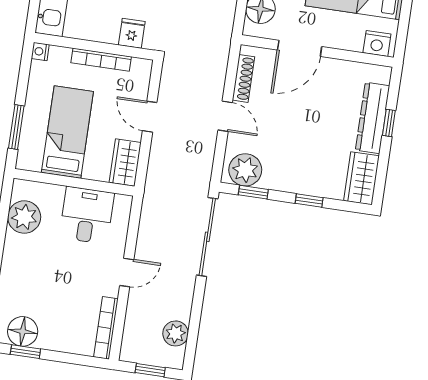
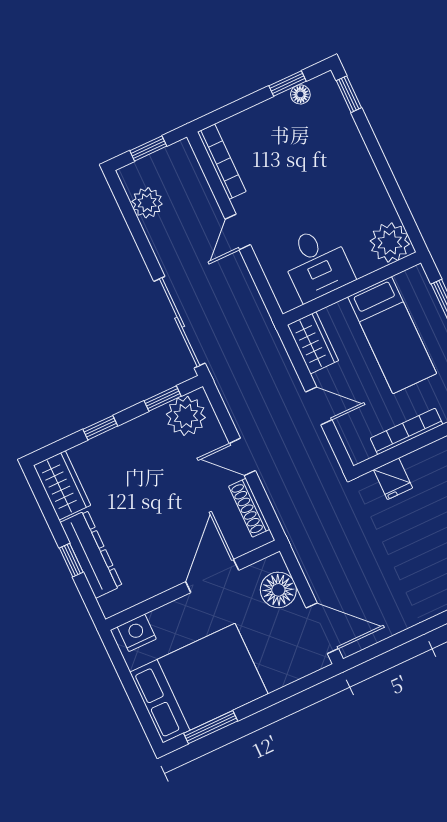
plant: (24, 217) -> (390, 242), moved
floor lamp: (23, 331) -> (300, 94), width x0.53, depth x0.53

